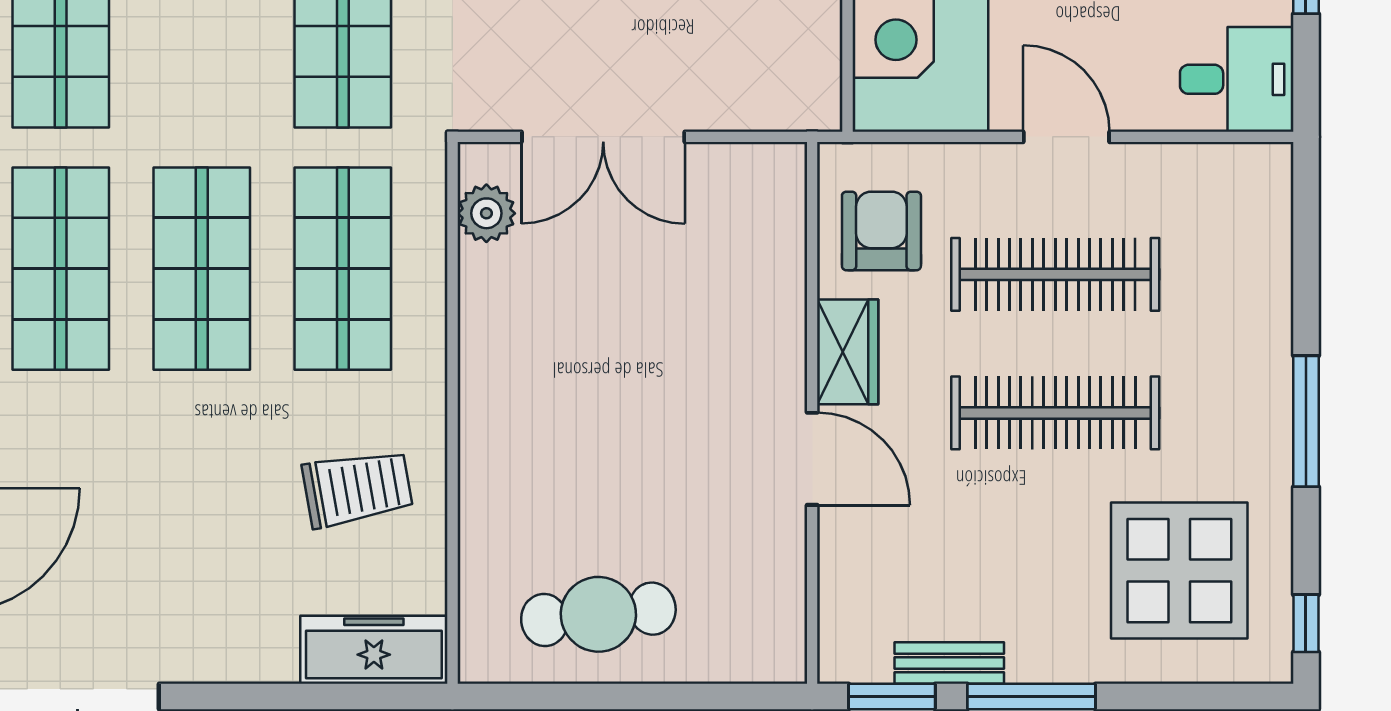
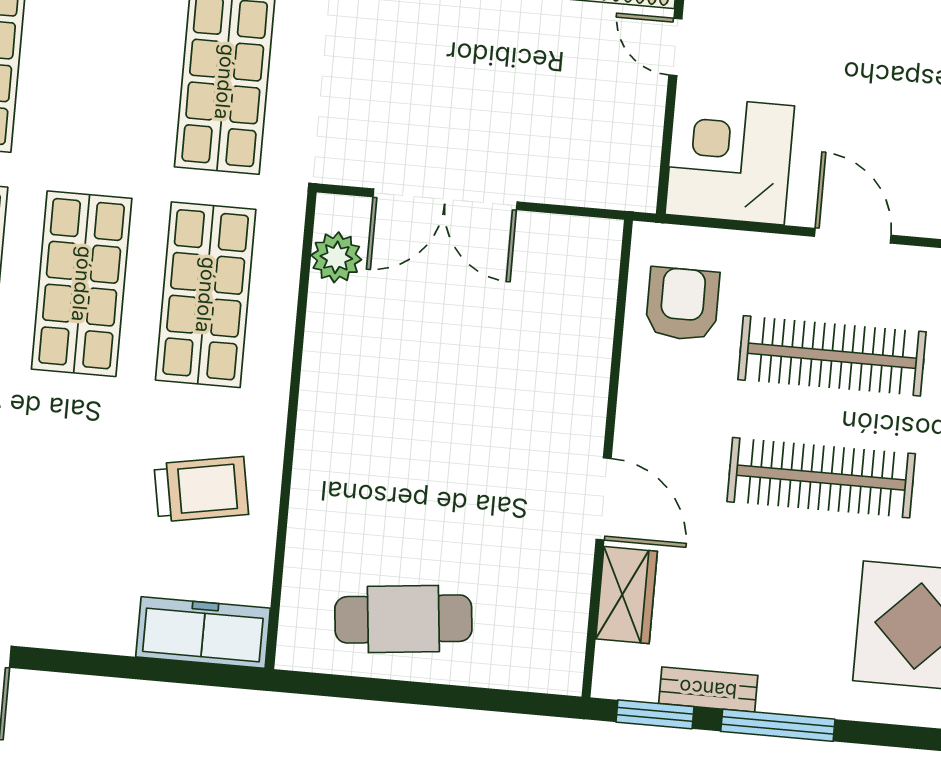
wardrobe: (848, 352) -> (627, 595), moved

